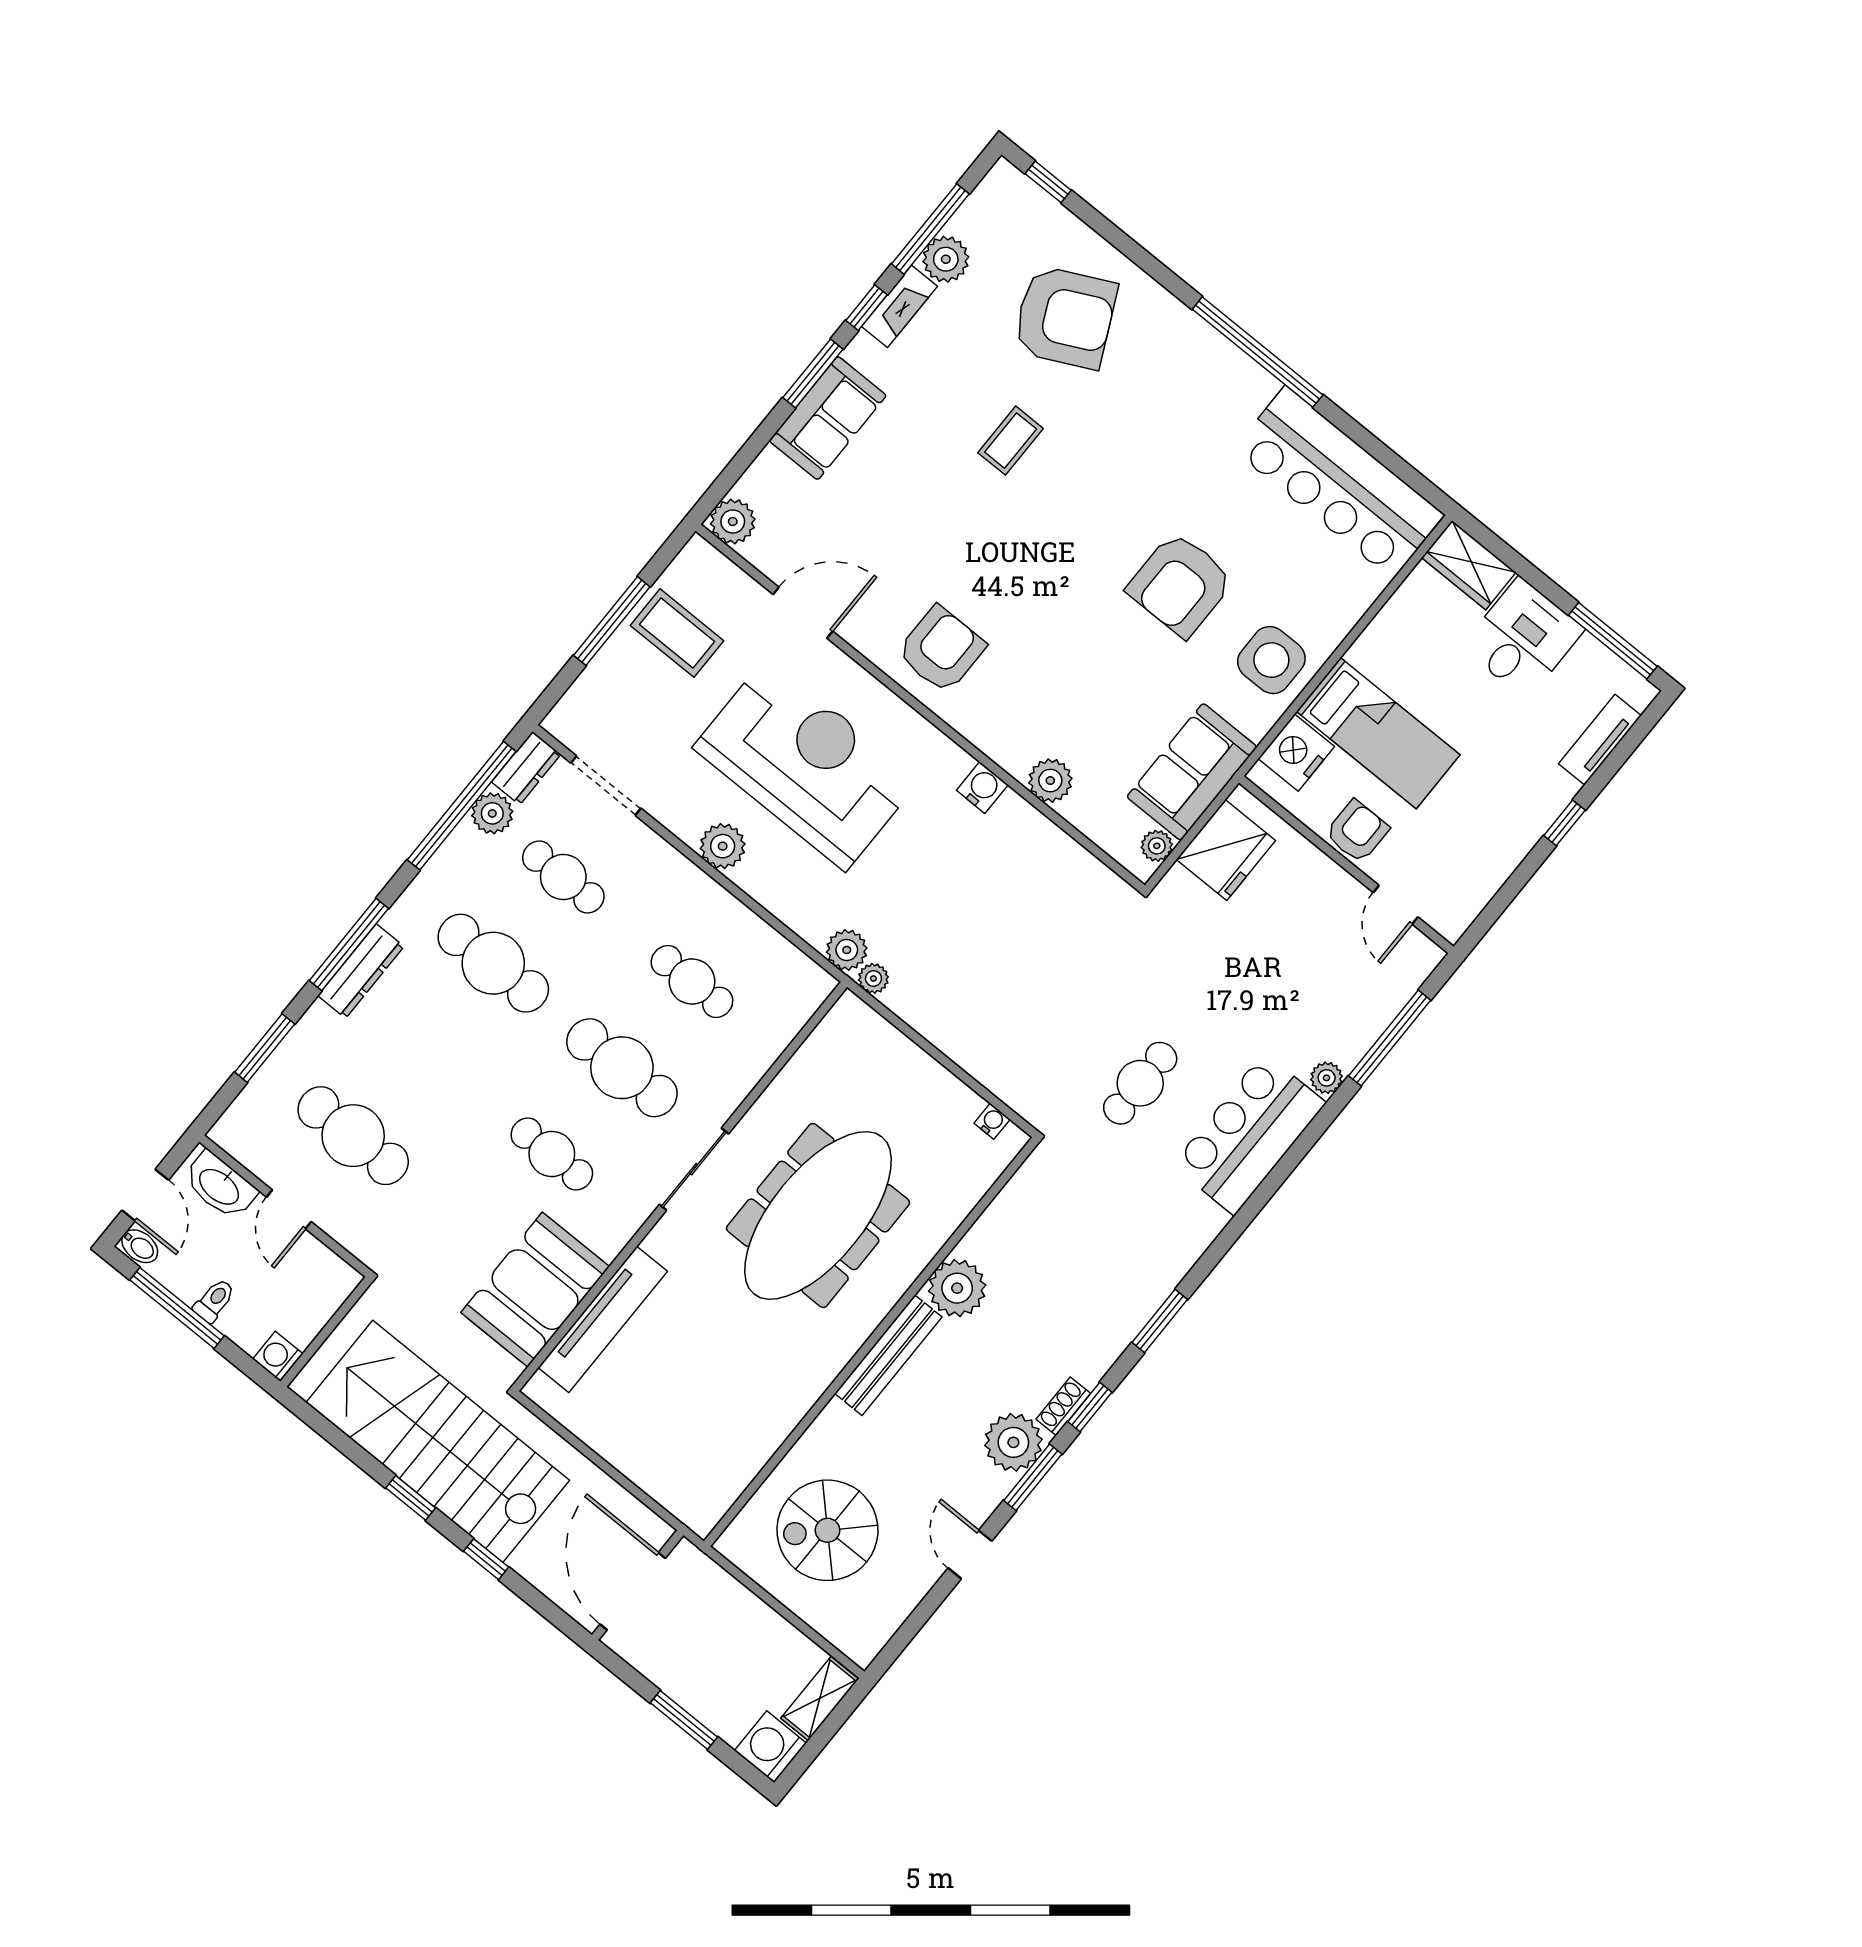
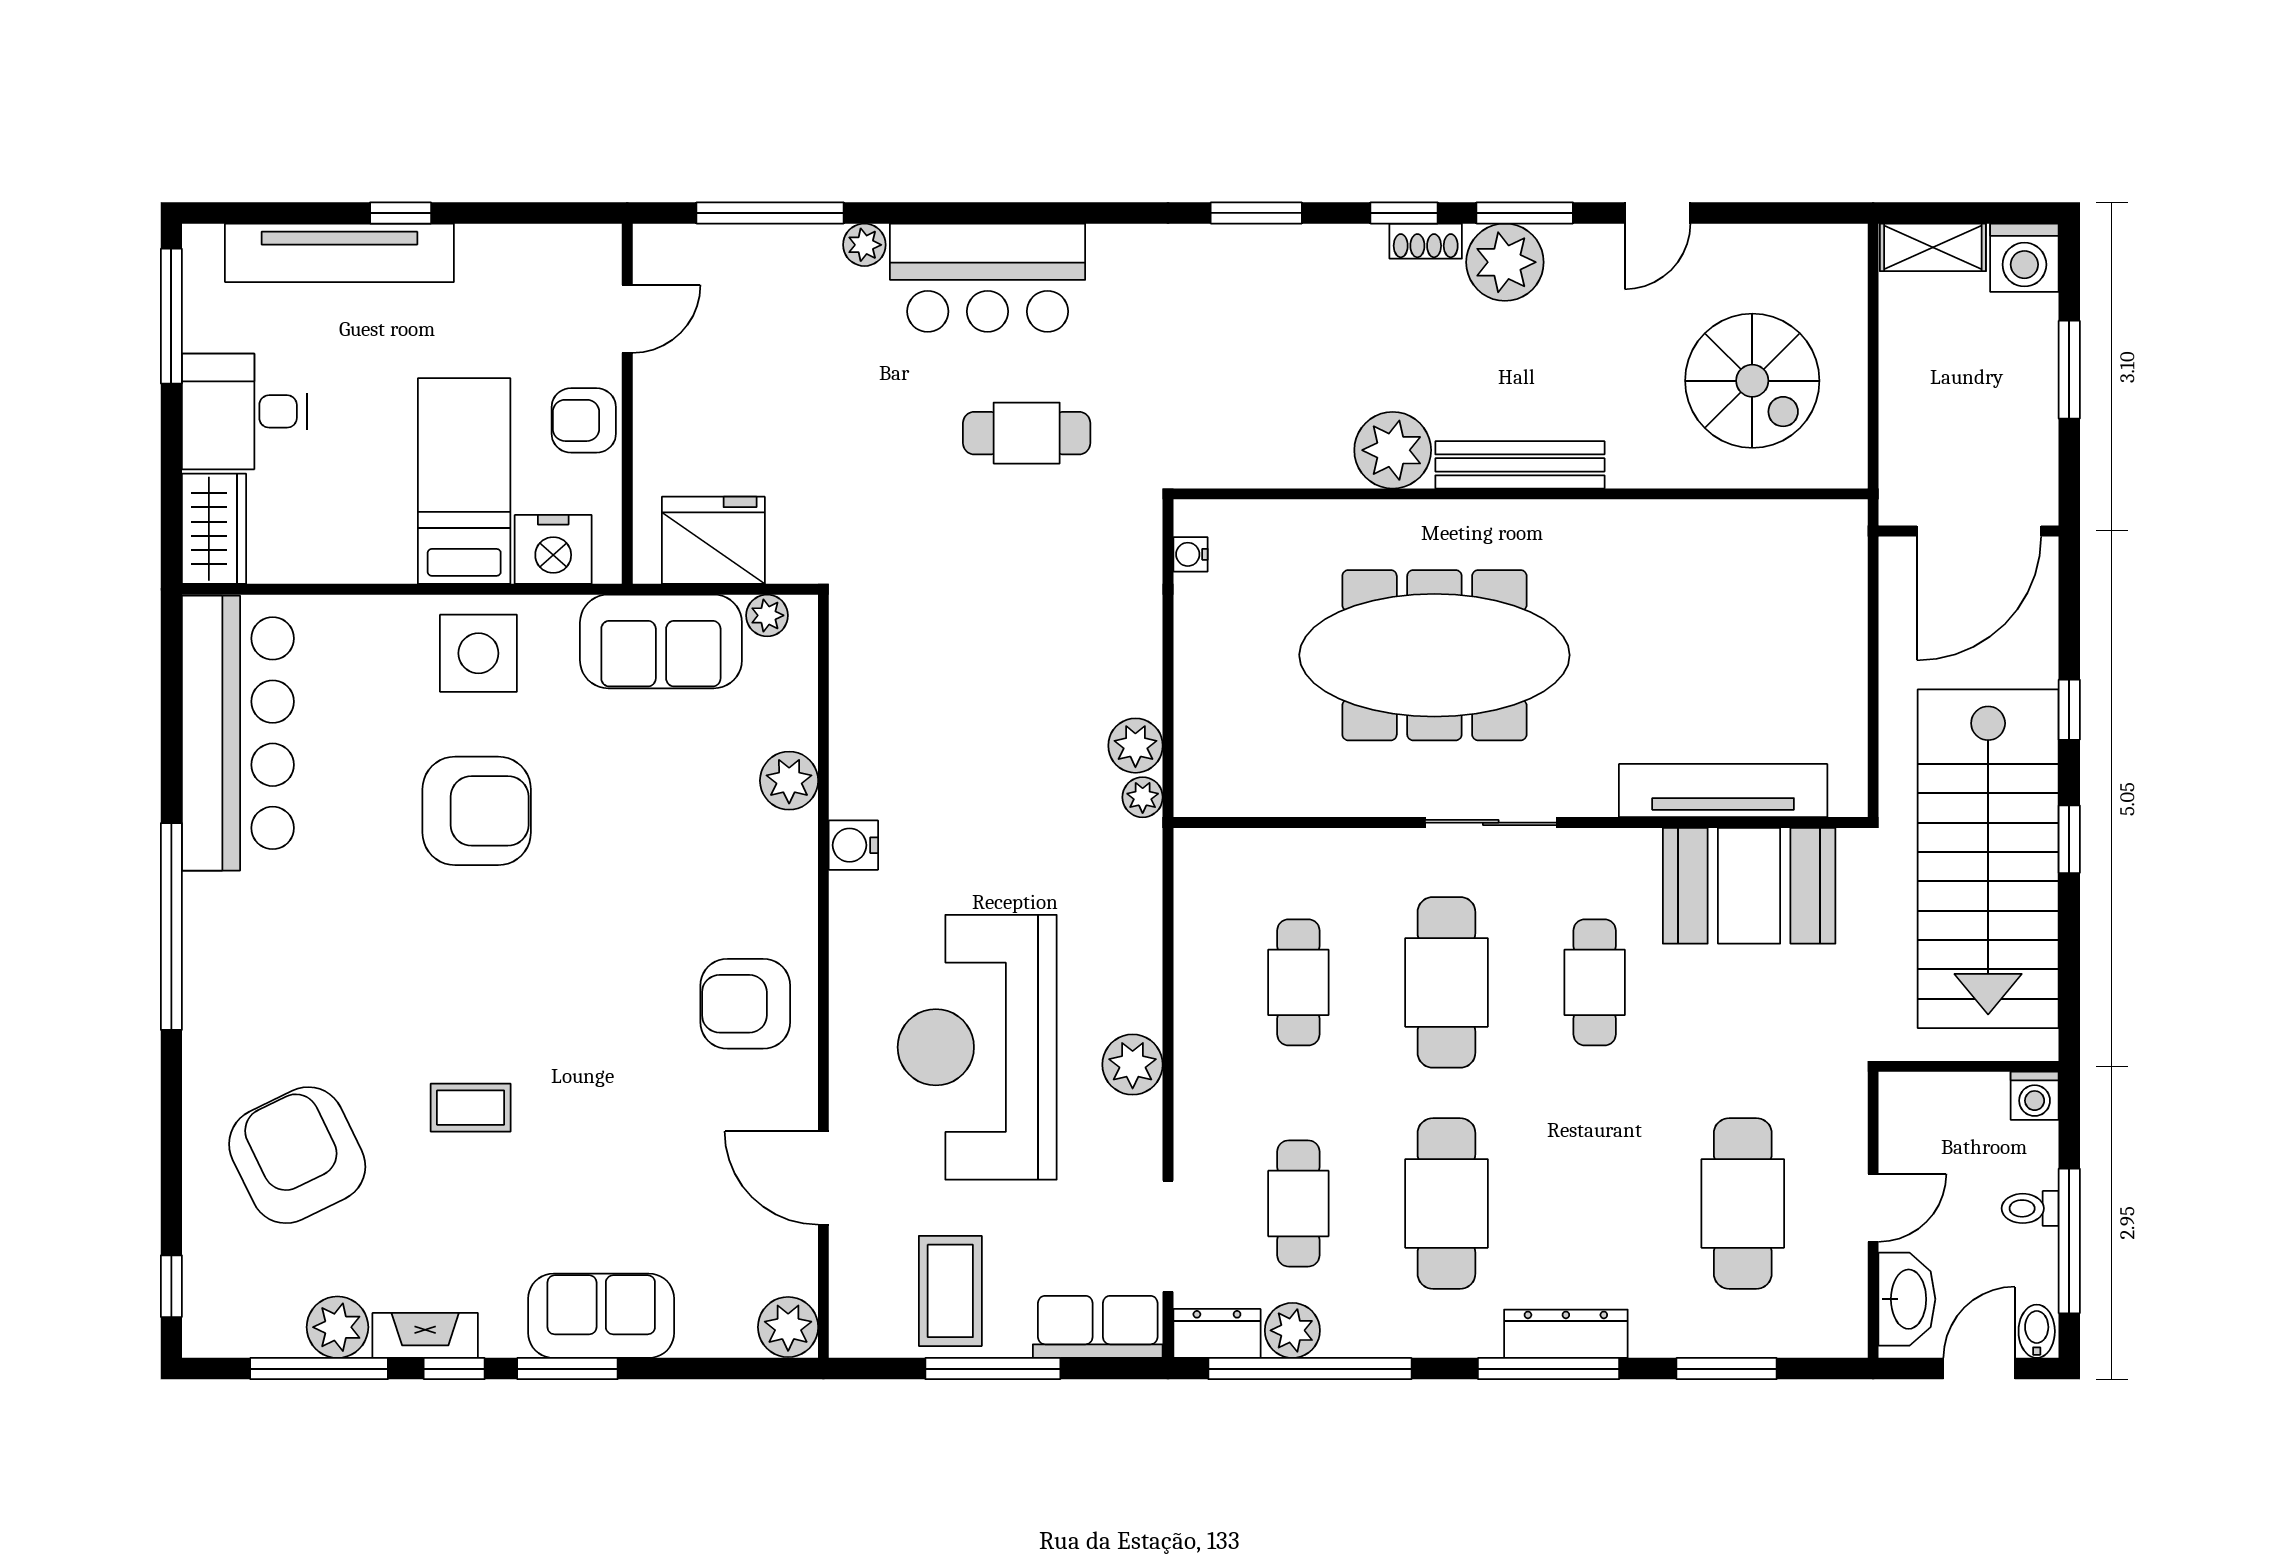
row of seats: (586, 702) -> (1098, 1327), added
tv unit: (1600, 740) -> (339, 253), width x1.92, depth x1.29
plant: (847, 950) -> (1135, 746), moved

